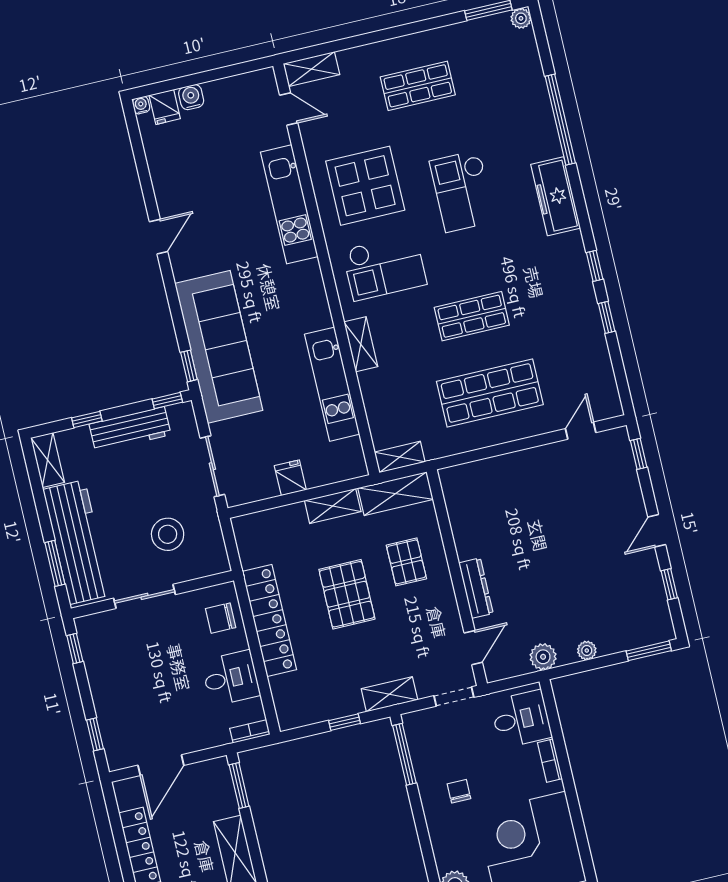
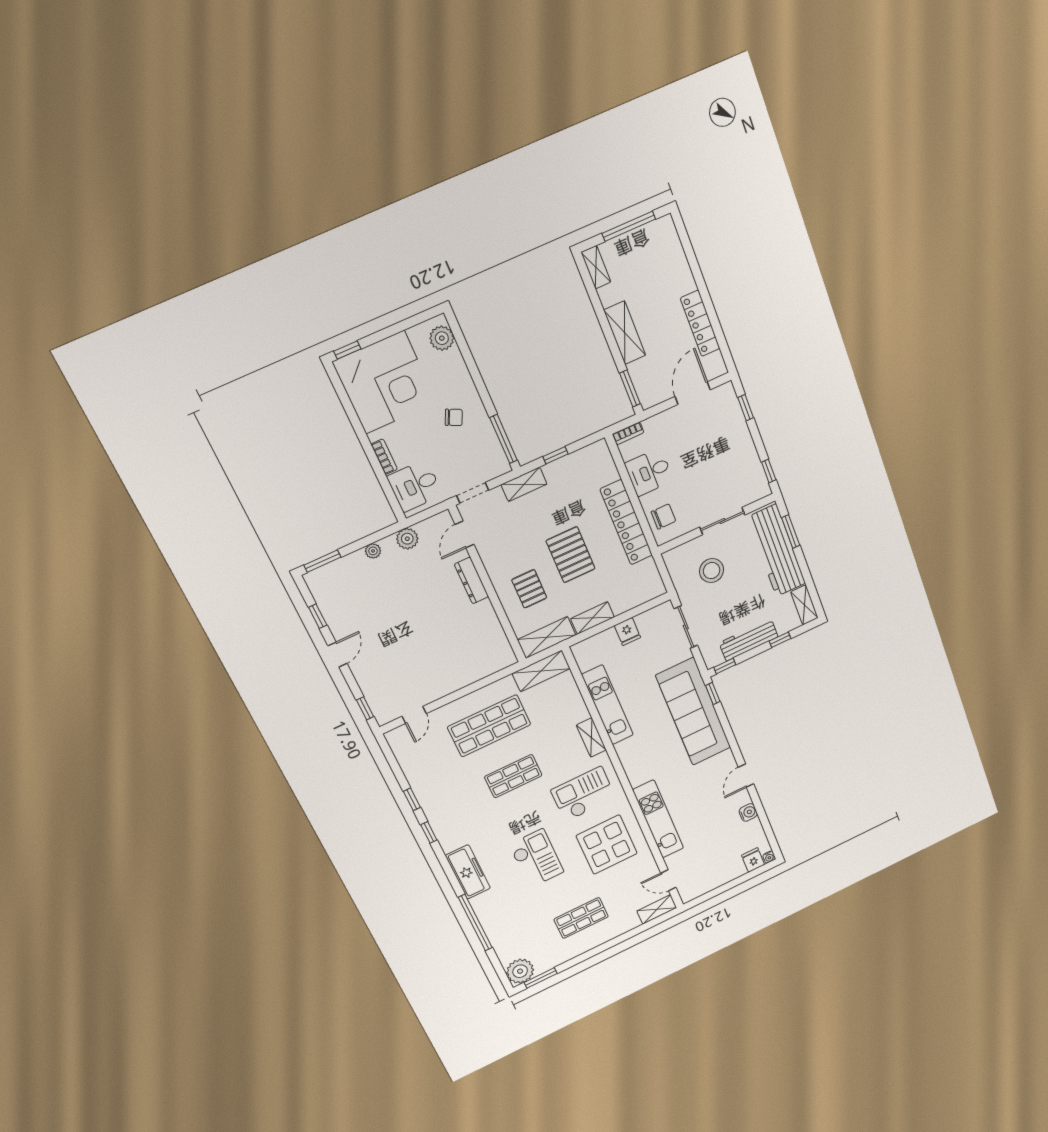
plant: (521, 18) -> (520, 971), width x1.88, depth x1.88
water cooler: (191, 97) -> (748, 812), moved, turned -90
shelving: (400, 457) -> (541, 671), width x1.50, depth x1.33
chair: (459, 791) -> (454, 417), turned -65

